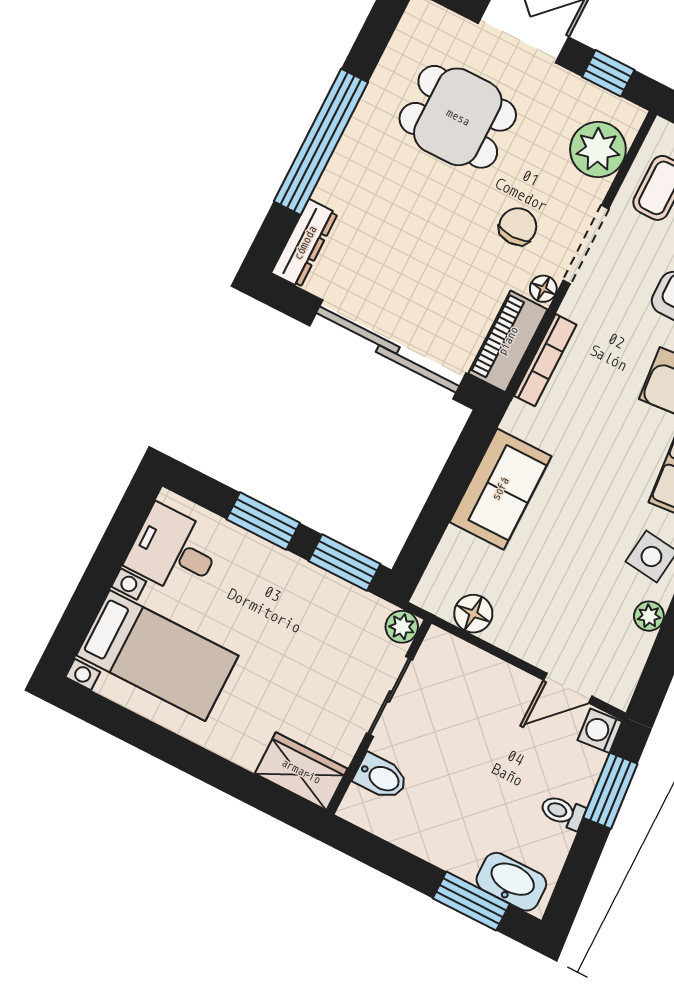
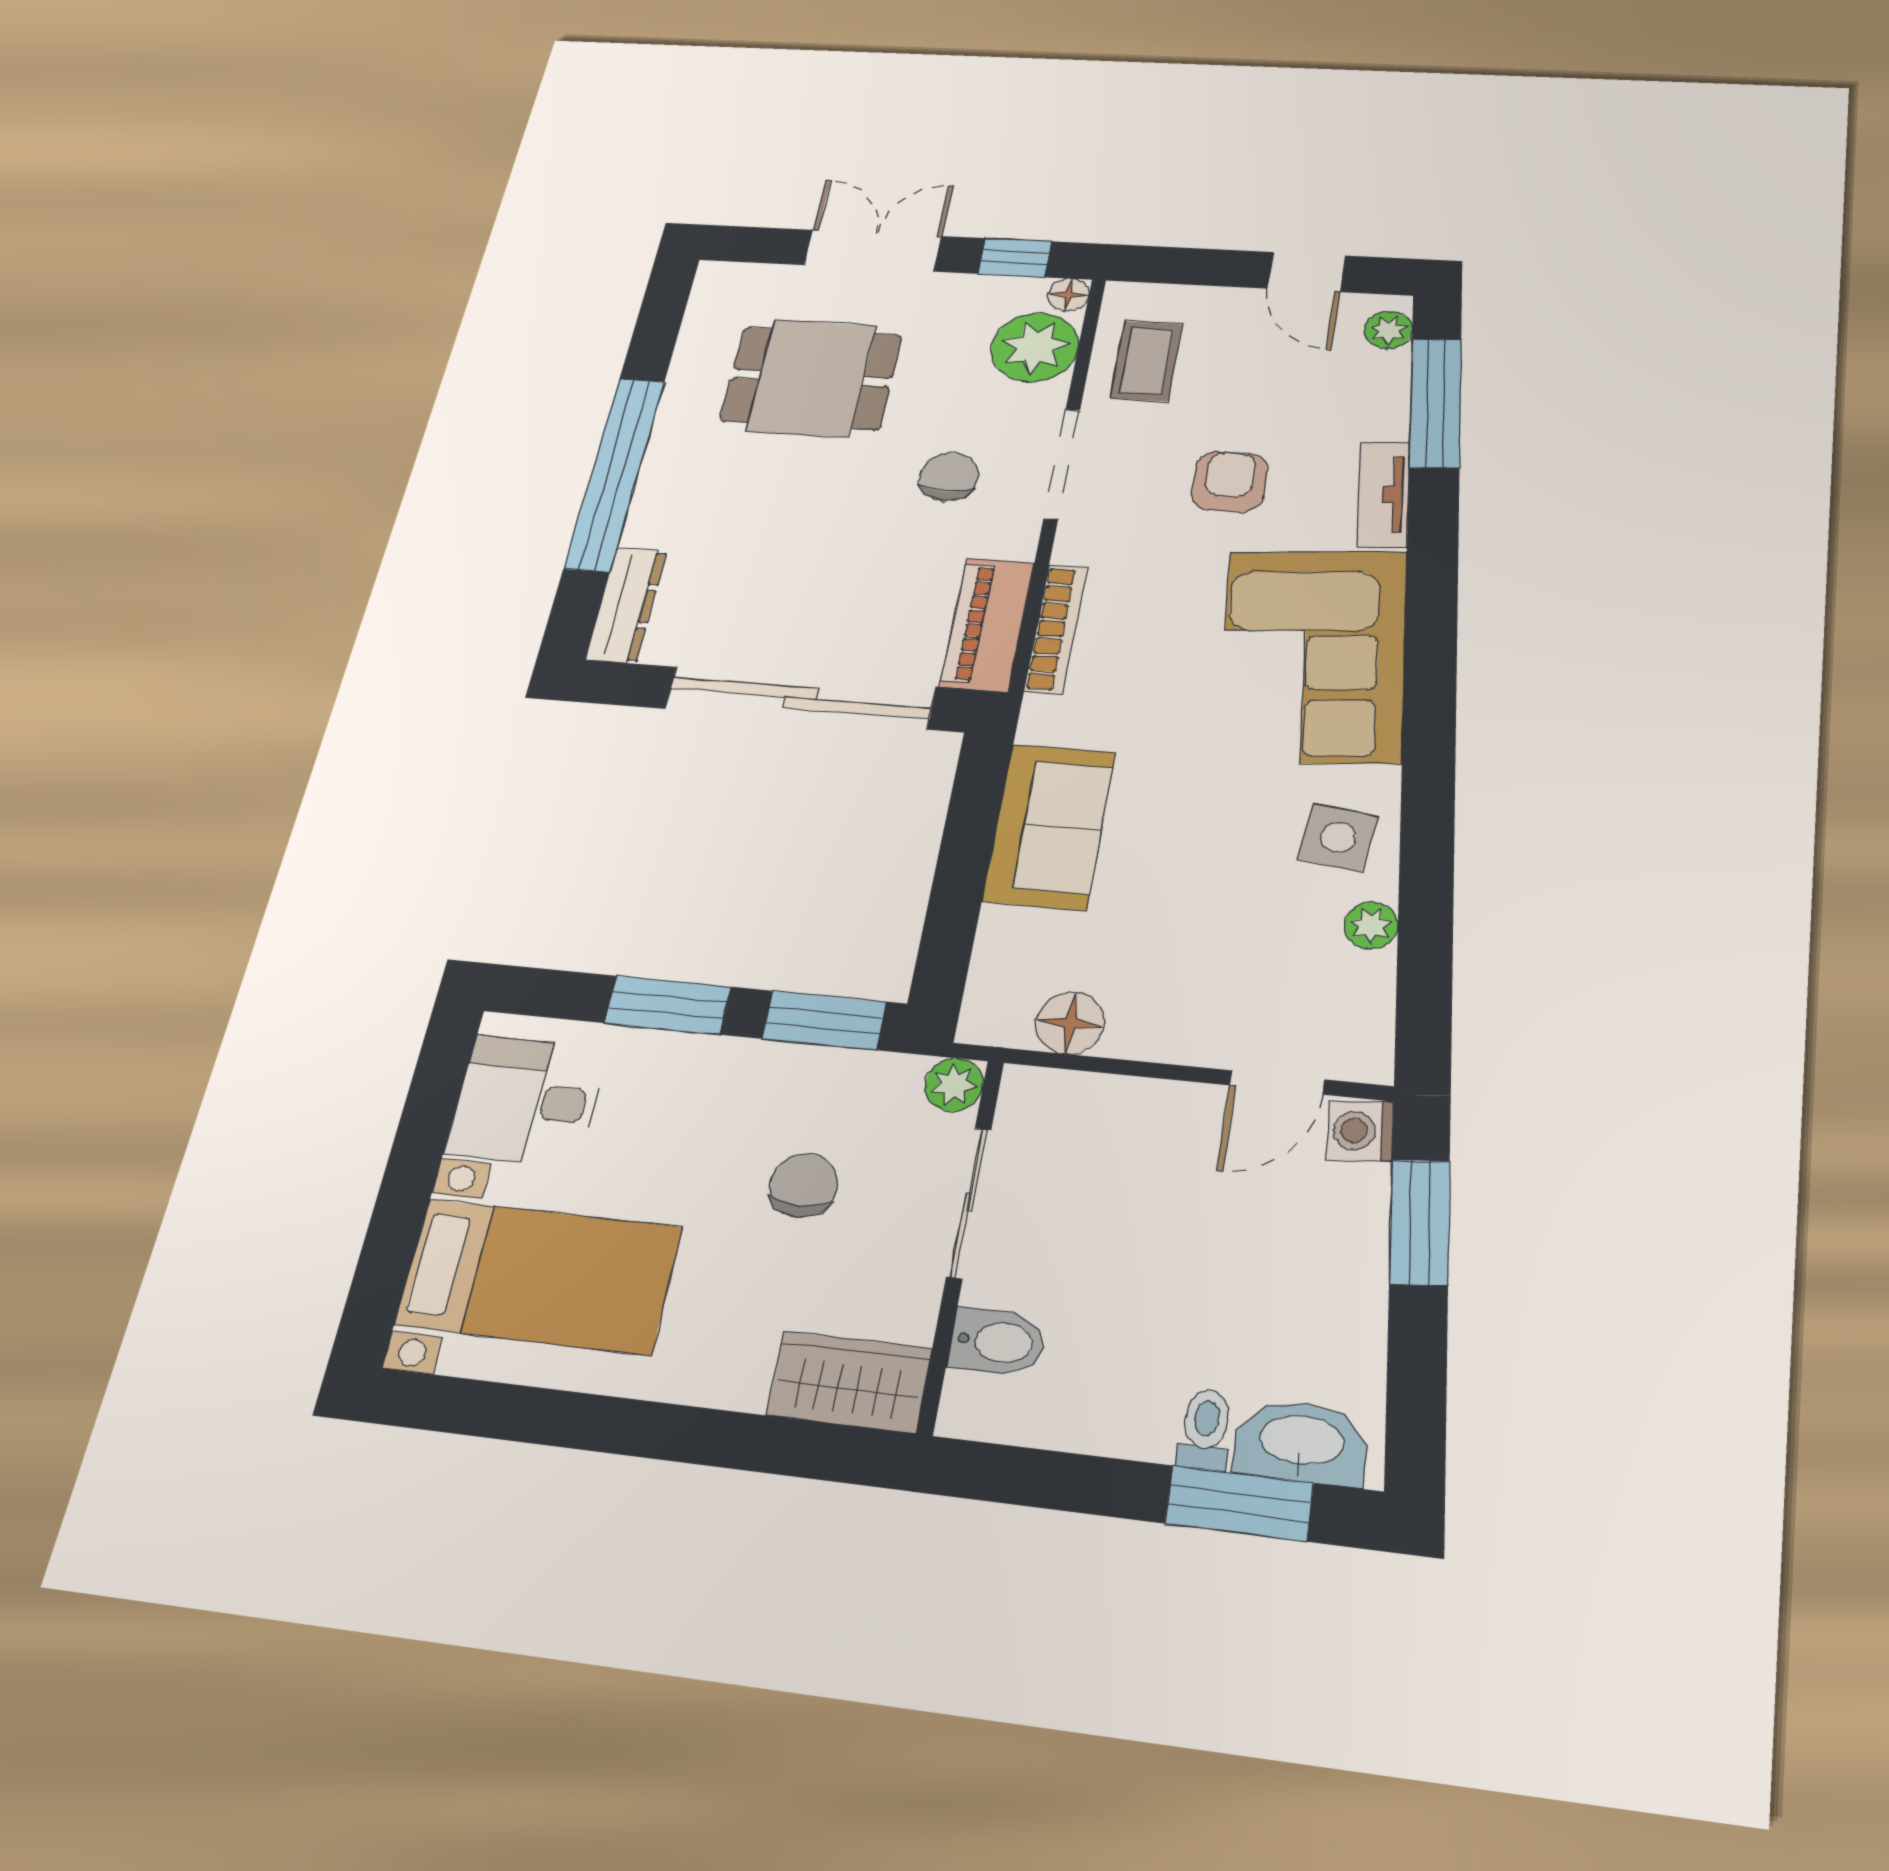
floor lamp: (543, 289) -> (1068, 295), moved
chair: (307, 655) -> (803, 1185), added
toilet: (563, 812) -> (1205, 1429), moved, turned 95

